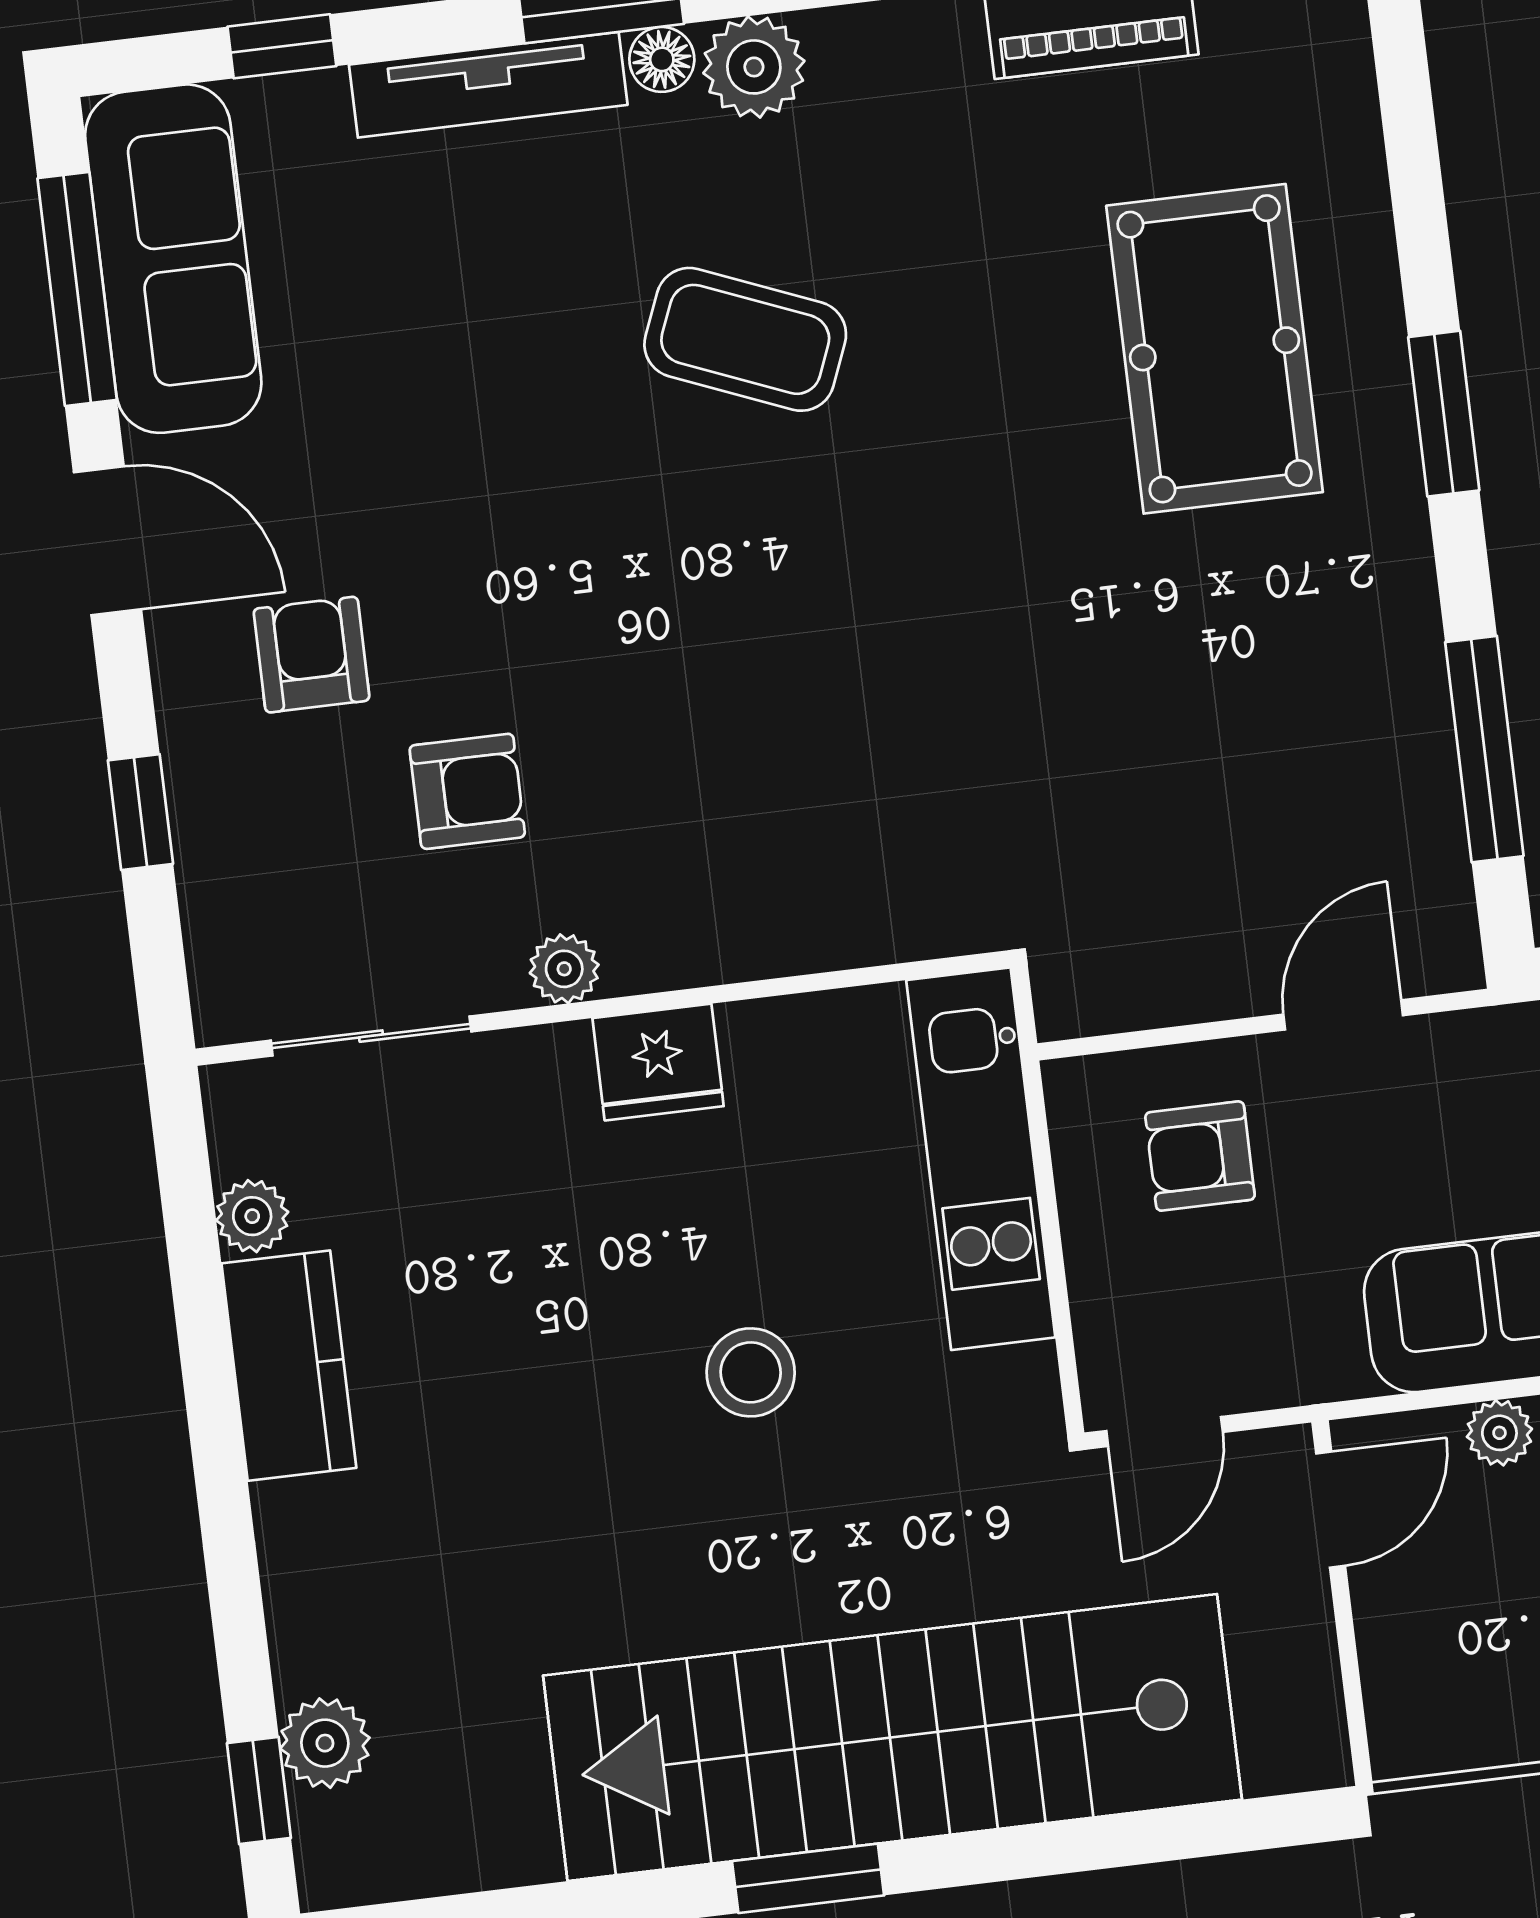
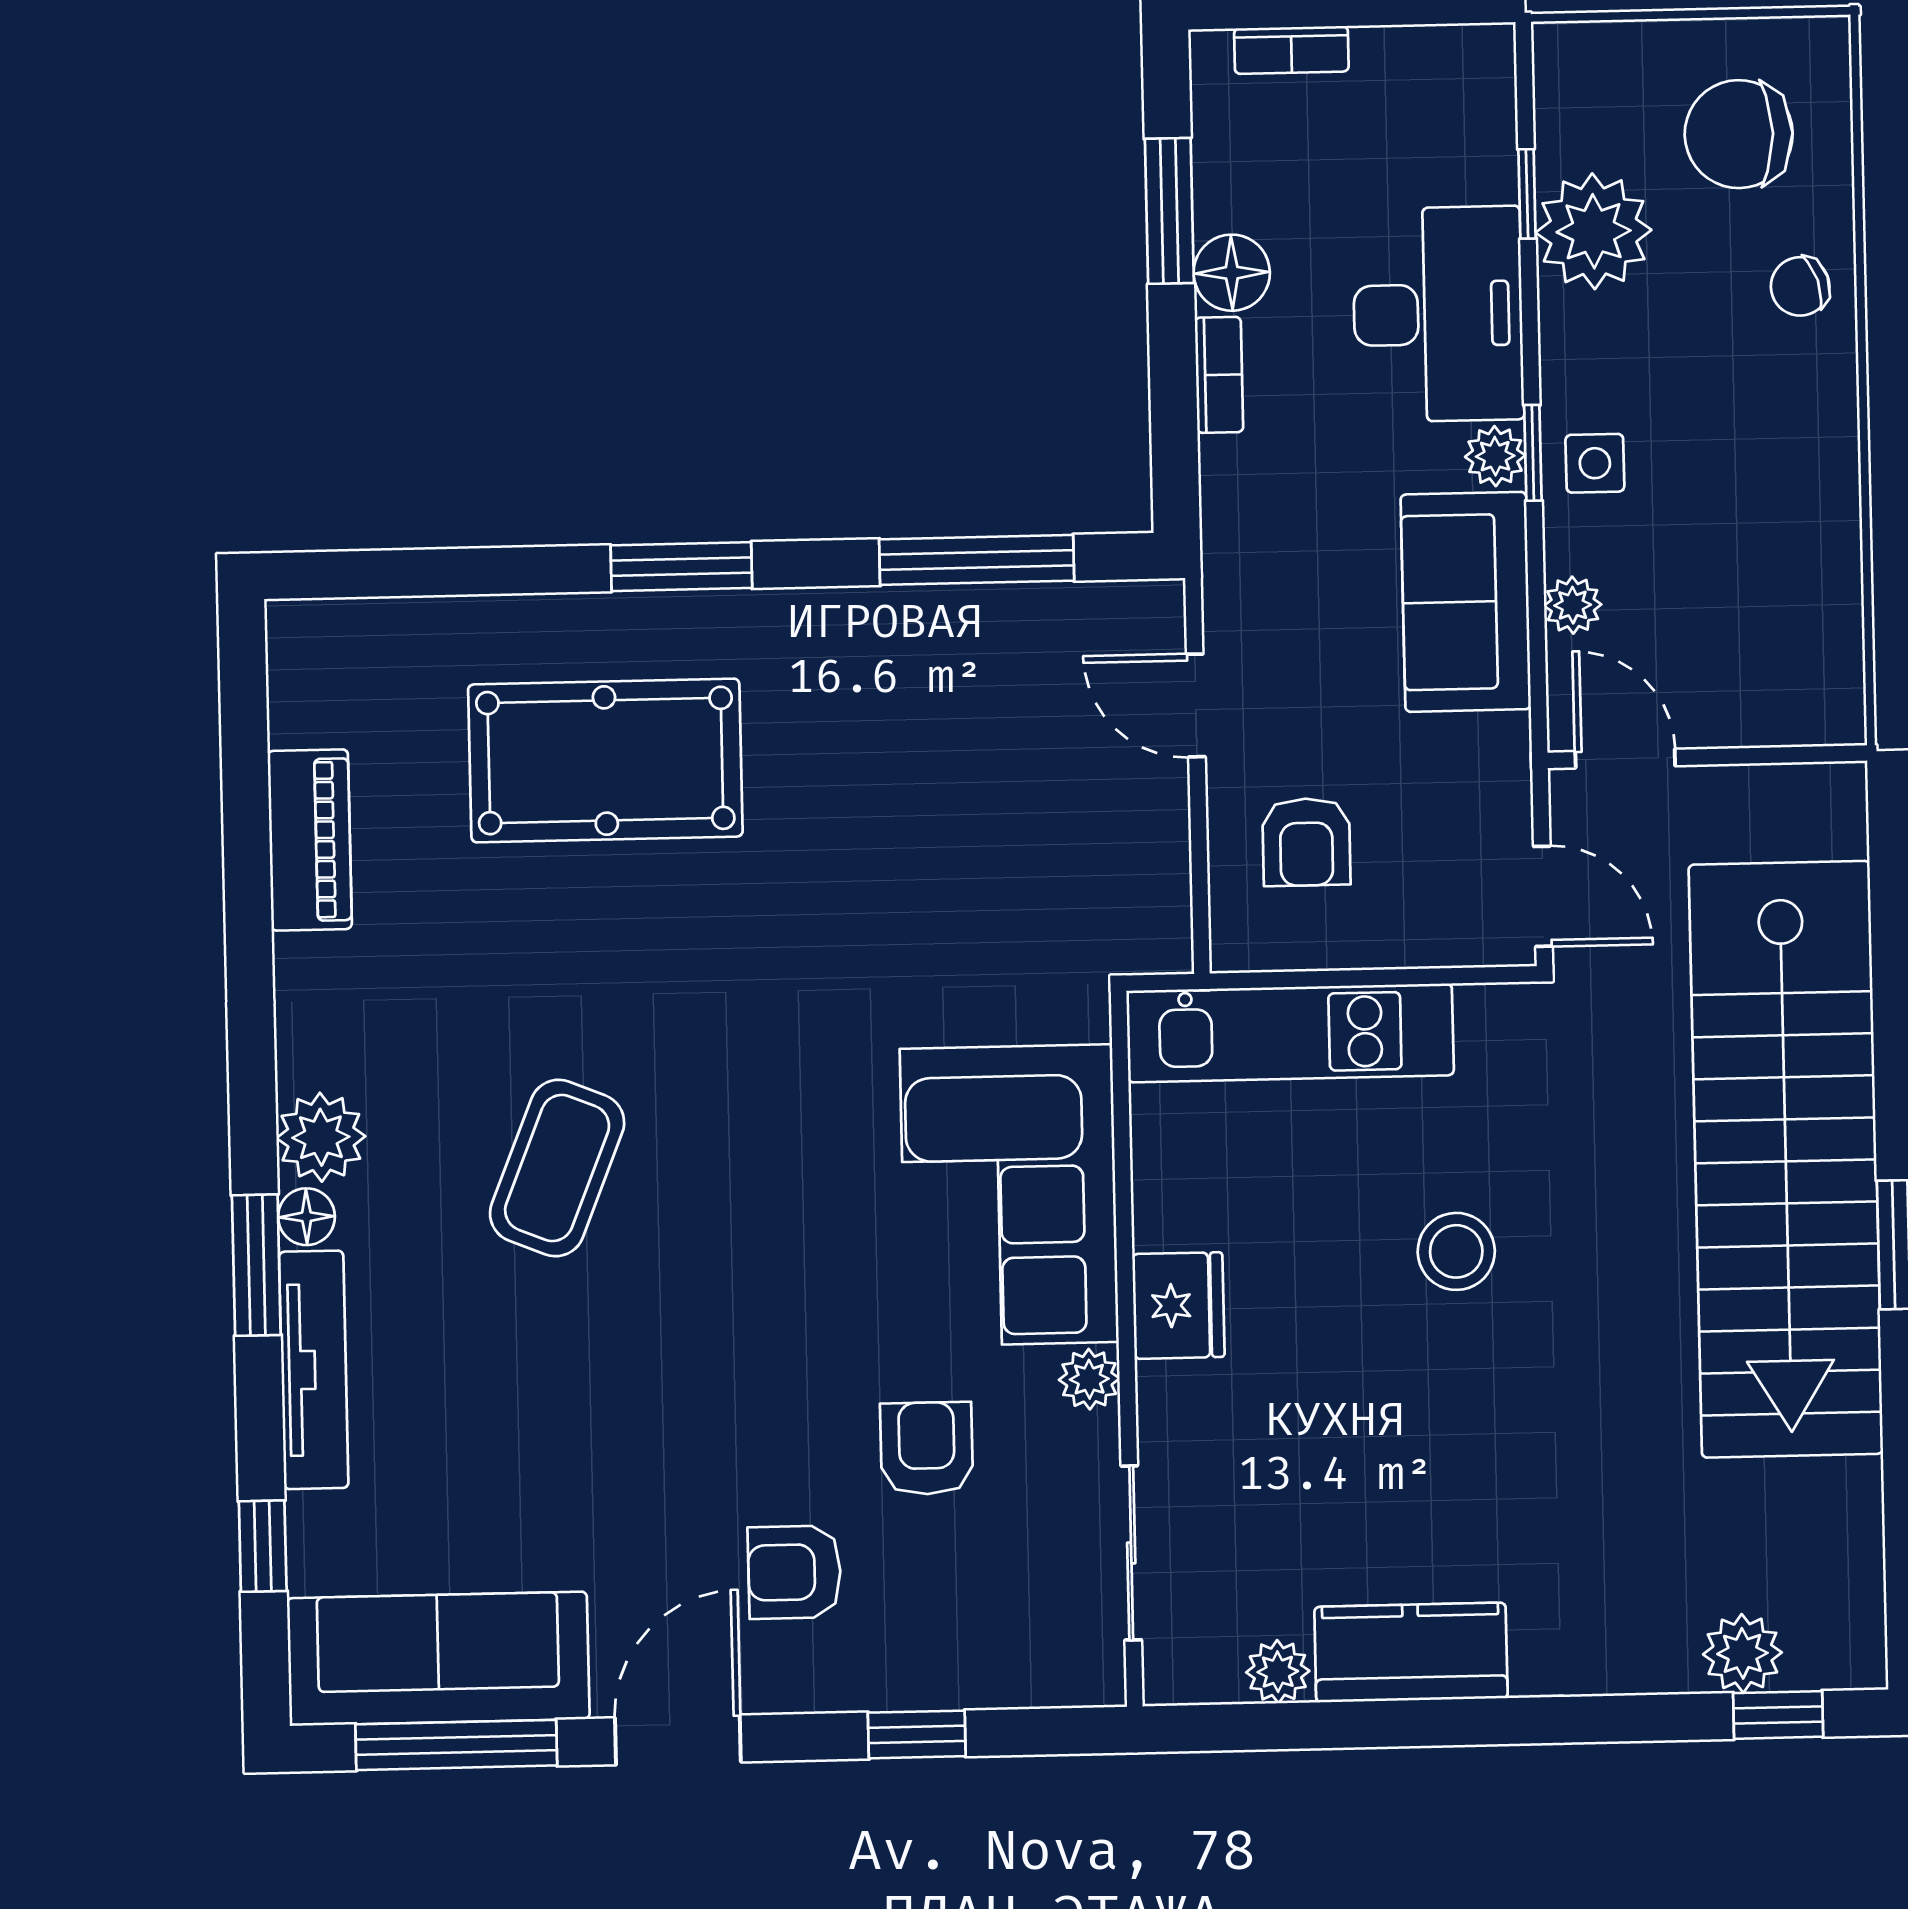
corner sofa: (764, 857) -> (1009, 1195), added

